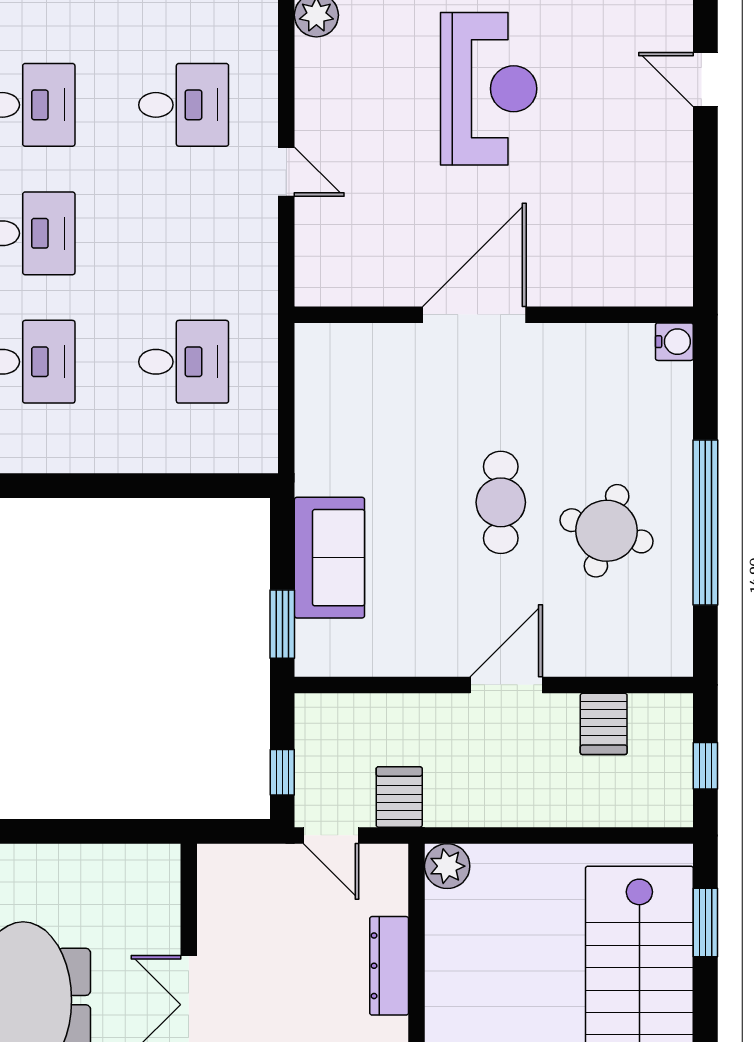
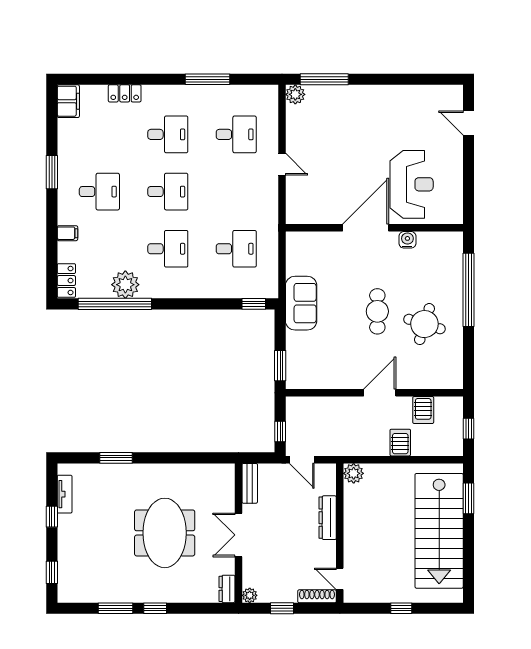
reception desk: (489, 89) -> (412, 184), moved
water cooler: (674, 342) -> (407, 240), moved, turned -90
window: (223, 486) -> (254, 304), added
window: (705, 522) -> (468, 290), moved
sofa: (329, 558) -> (301, 303), moved
server rack: (399, 797) -> (400, 443), moved
bench: (214, 889) -> (250, 483), added

